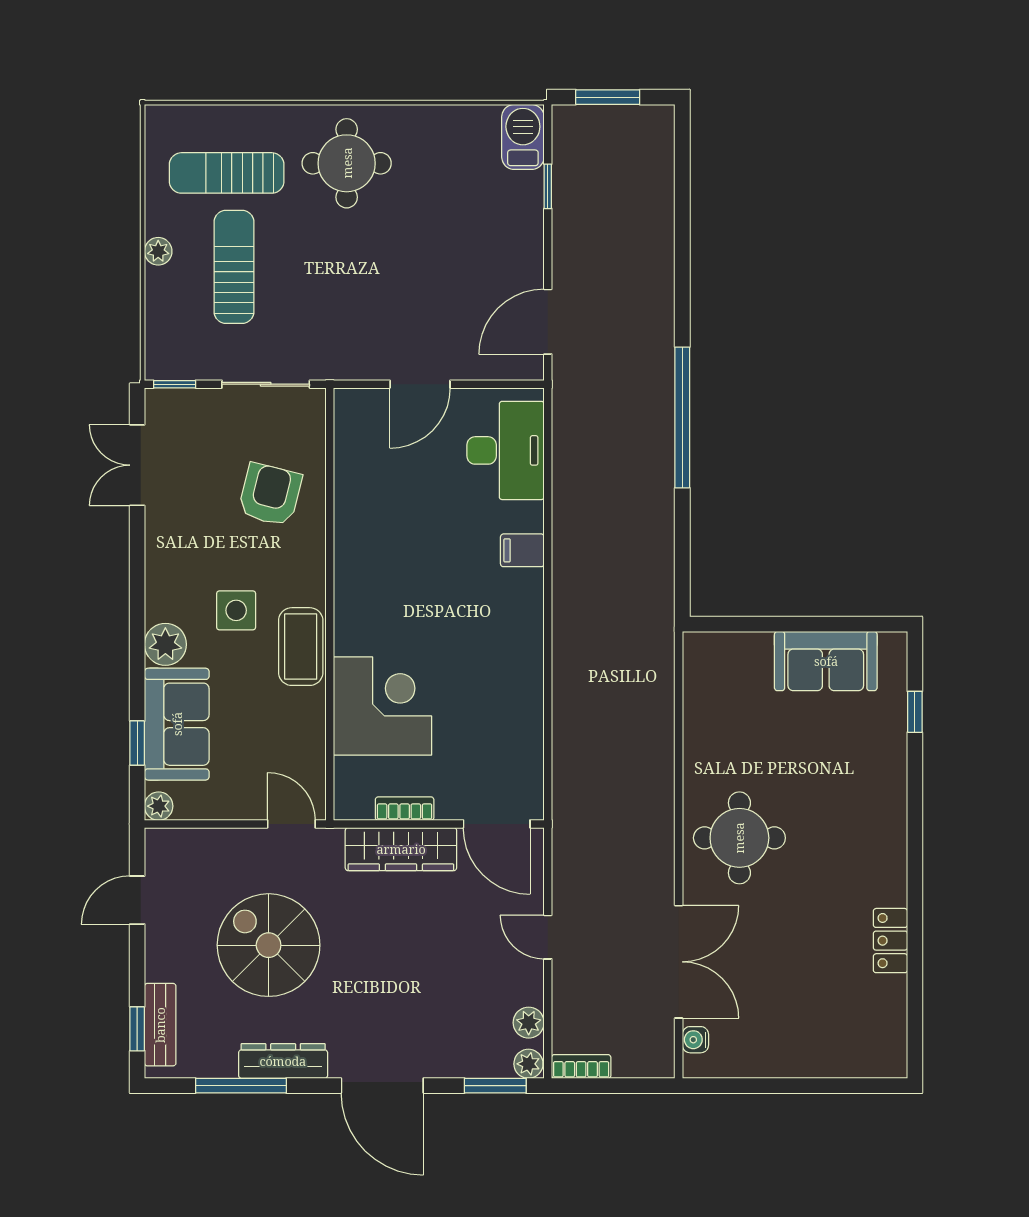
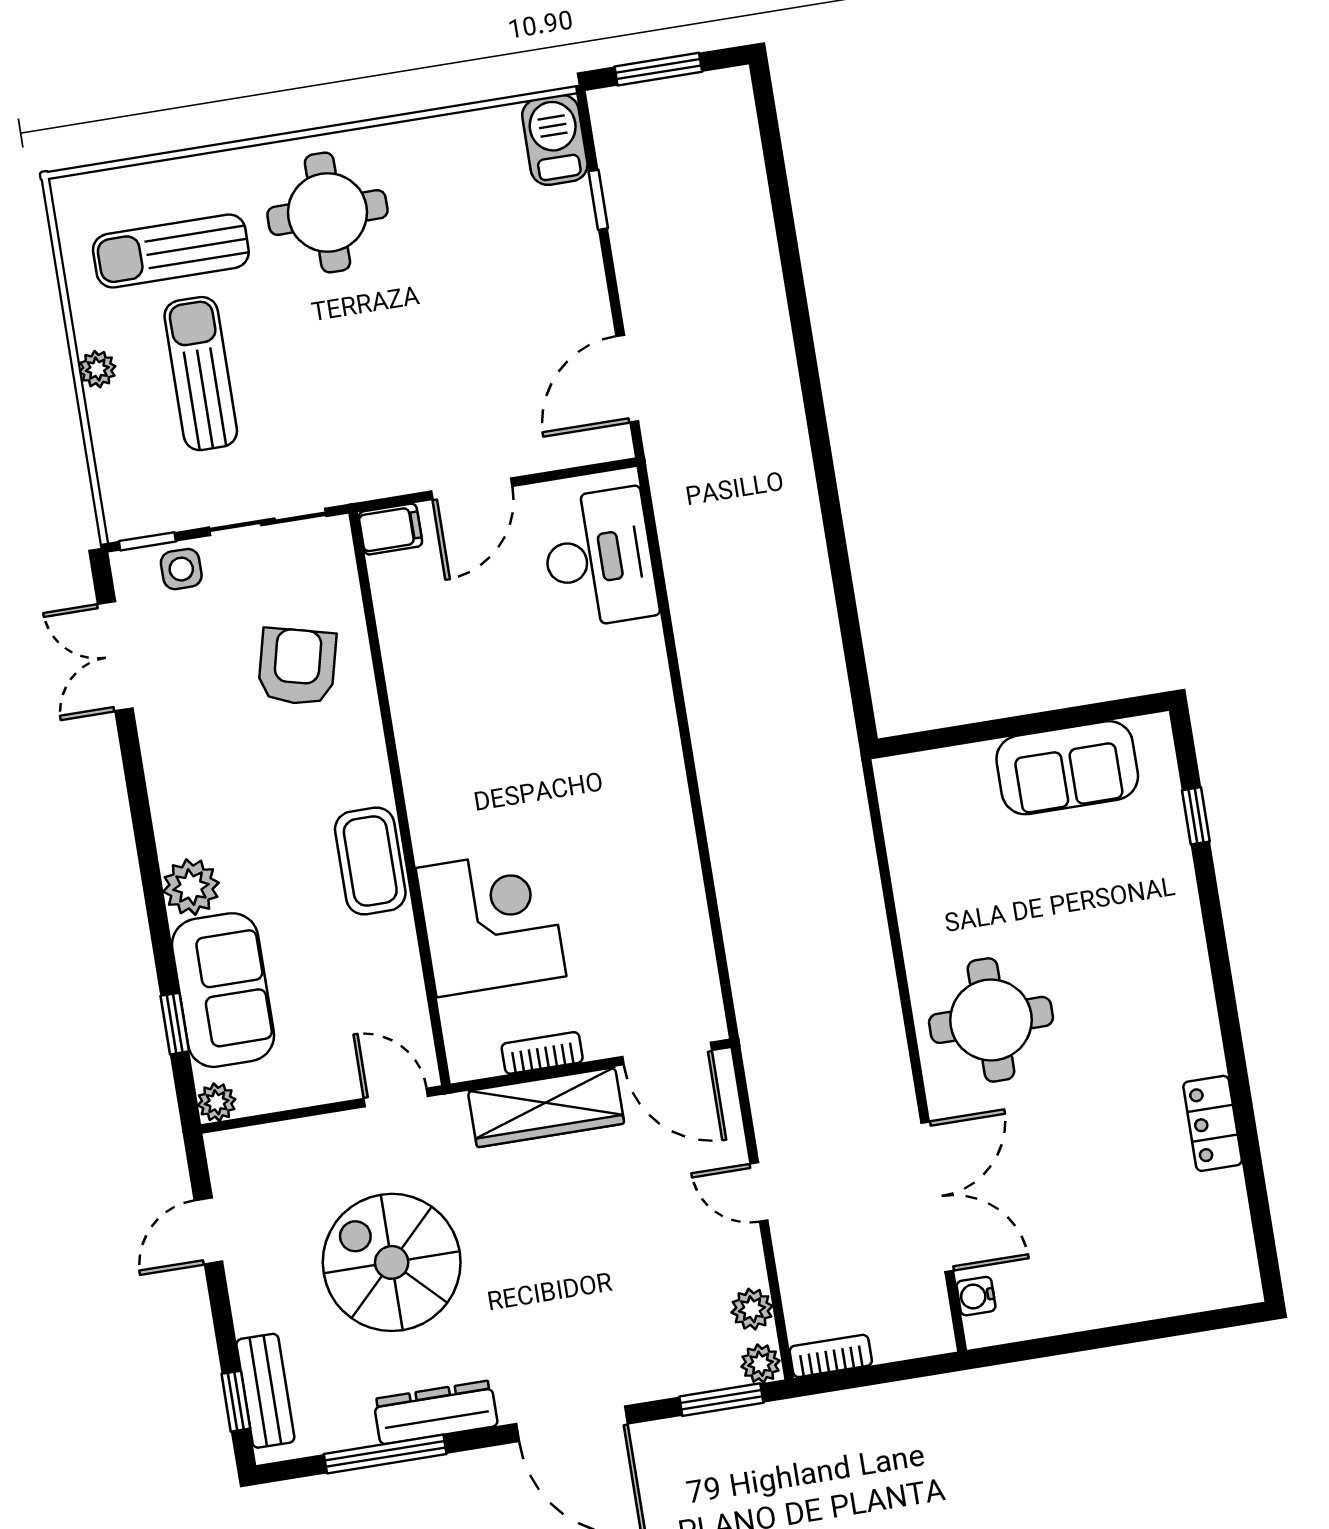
window: (682, 417) -> (825, 477), removed
filing cabinet: (522, 550) -> (390, 529), moved, turned 180
side table: (236, 610) -> (181, 569), moved, width x0.73, depth x0.73

